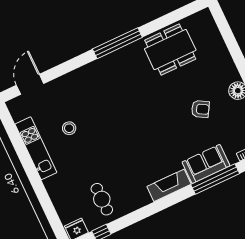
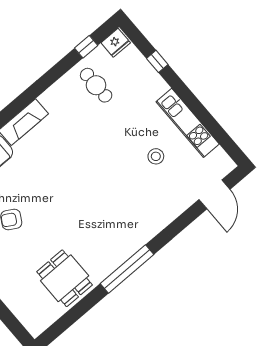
dining table: (170, 50) -> (65, 278), width x0.73
window: (47, 205) -> (157, 61), added

